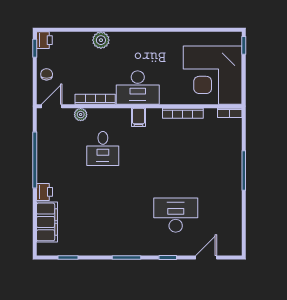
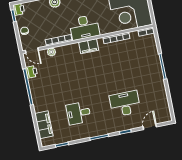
door: (52, 106) -> (32, 50), swing flipped
filing cabinet: (139, 117) -> (89, 46), width x2.00
desk: (103, 149) -> (79, 113), moved, turned 90
printer: (44, 192) -> (31, 72), moved

